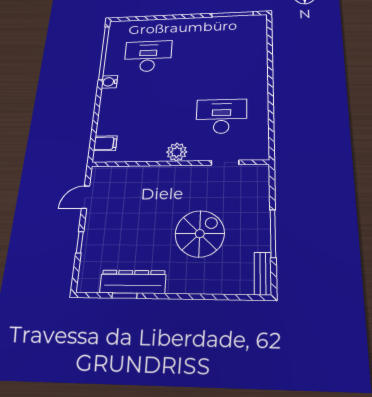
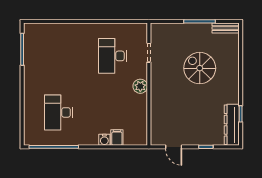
water cooler: (110, 82) -> (104, 140), moved
filing cabinet: (105, 143) -> (117, 138), moved
dresser: (133, 282) -> (232, 125), moved

